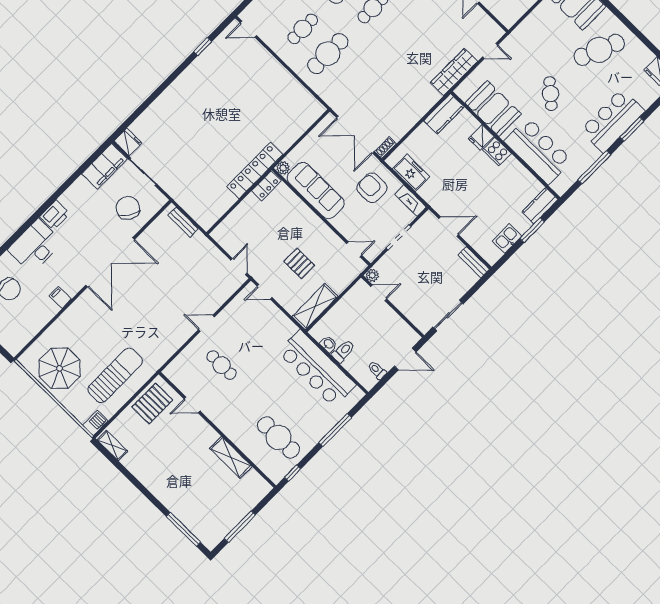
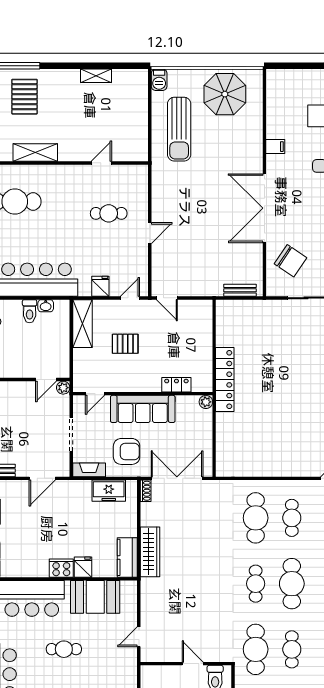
wardrobe: (454, 72) -> (150, 552), moved
cafe table: (550, 94) -> (64, 649), turned -41
locker: (266, 186) -> (176, 385), moved, turned 90
sofa: (316, 191) -> (143, 409), moved
fridge: (277, 320) -> (100, 286), added
pallet: (152, 404) -> (24, 97), moved
shelving: (112, 445) -> (96, 76), moved

